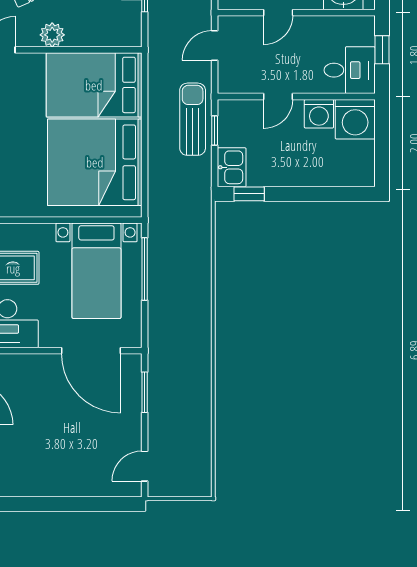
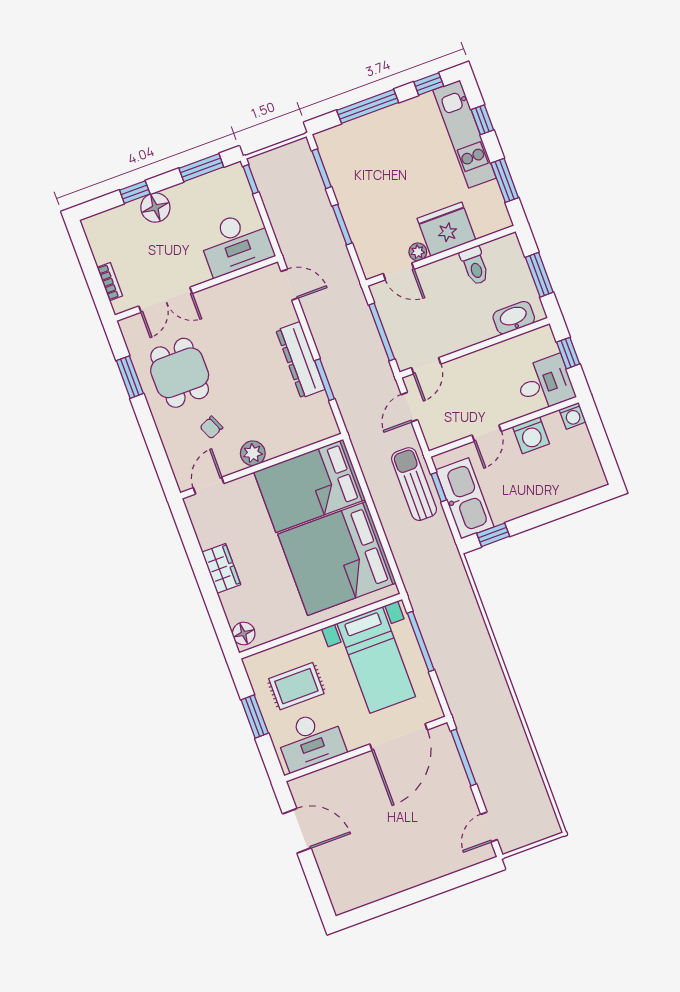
door: (278, 13) -> (426, 366), moved
washing machine: (355, 119) -> (573, 416), width x0.53, depth x0.53
kitchen sink: (232, 167) -> (465, 498), width x1.88, depth x1.24
door: (91, 351) -> (399, 737), hinge flipped
window: (145, 392) -> (463, 757), width x1.44

